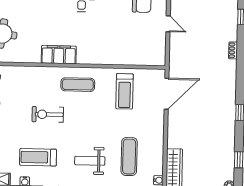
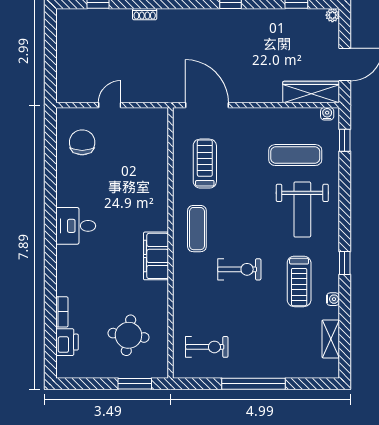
treadmill: (124, 91) -> (205, 164), turned -90
exercise bike: (48, 114) -> (239, 269), turned -90
weight bench: (90, 161) -> (302, 209), width x1.36, depth x1.33

